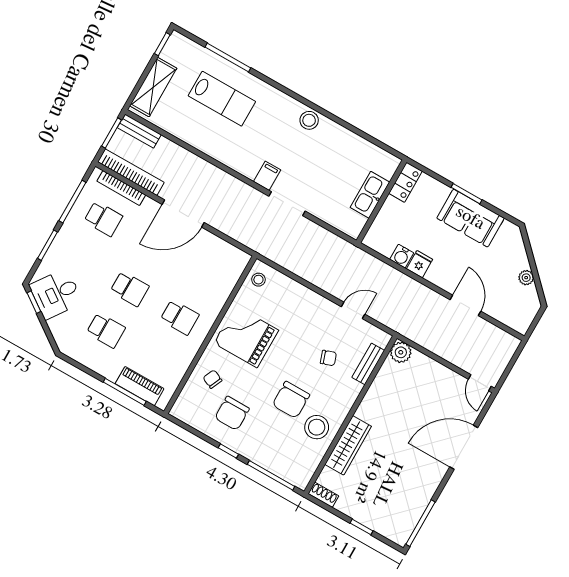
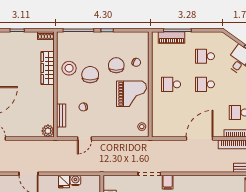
chair: (232, 413) -> (116, 65), moved

